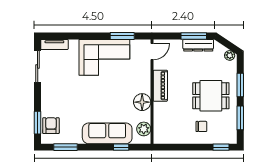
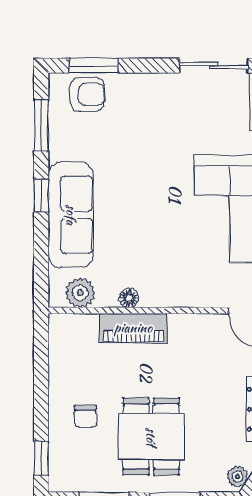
piano: (160, 86) -> (133, 328), moved
floor lamp: (142, 102) -> (129, 298), width x0.53, depth x0.53
window: (121, 147) -> (41, 196), moved

